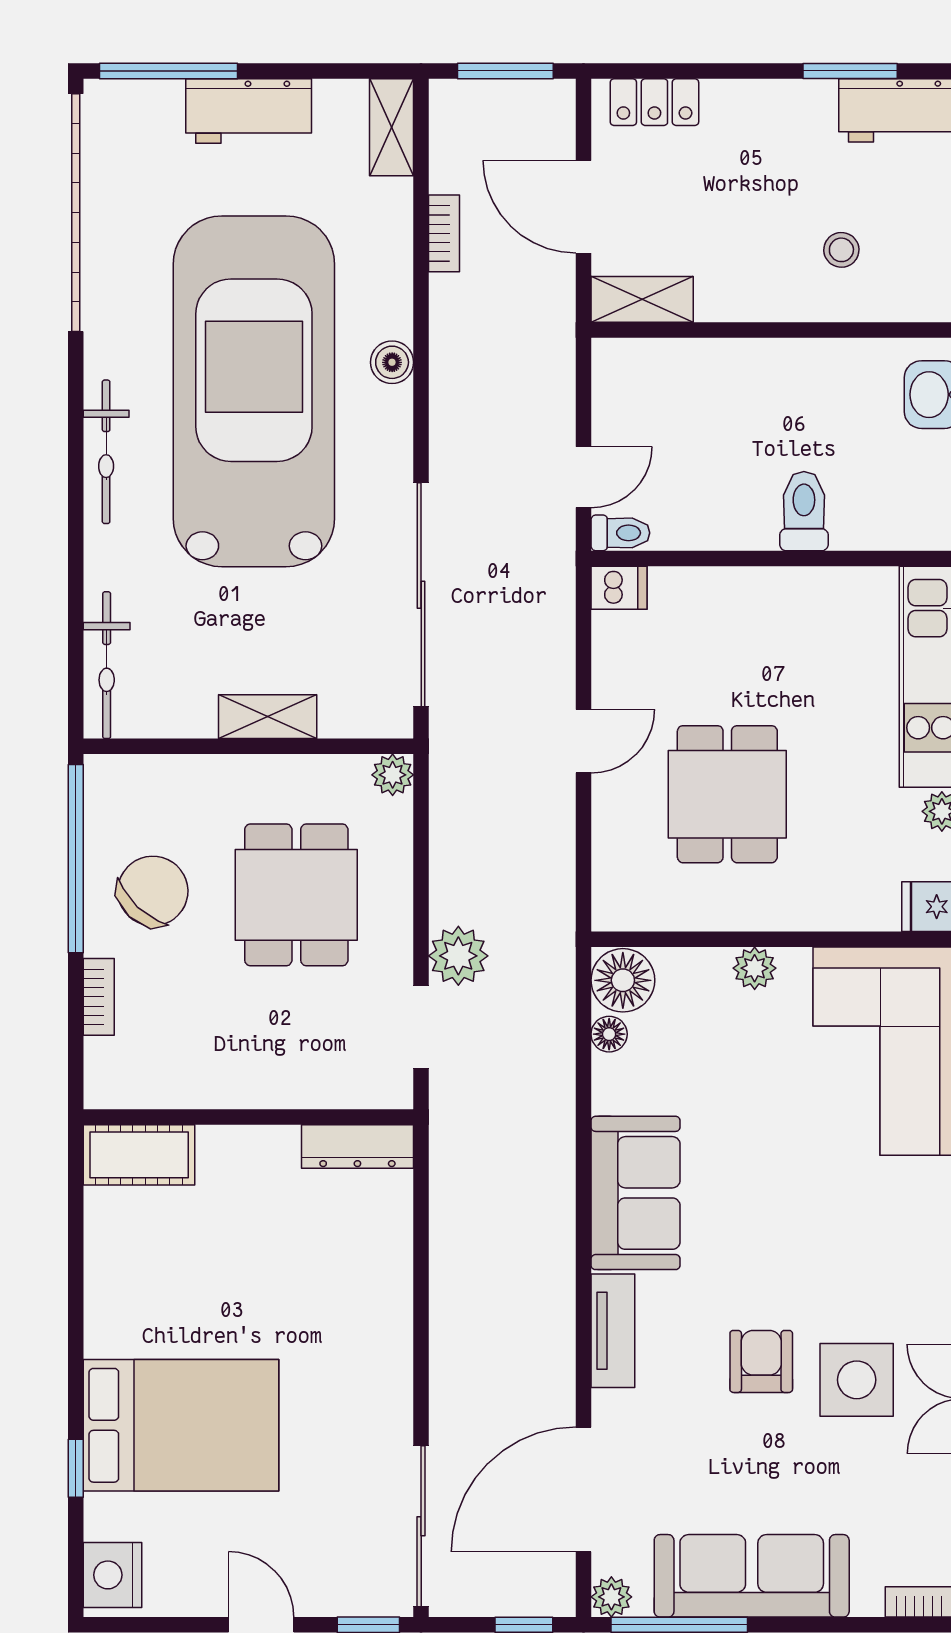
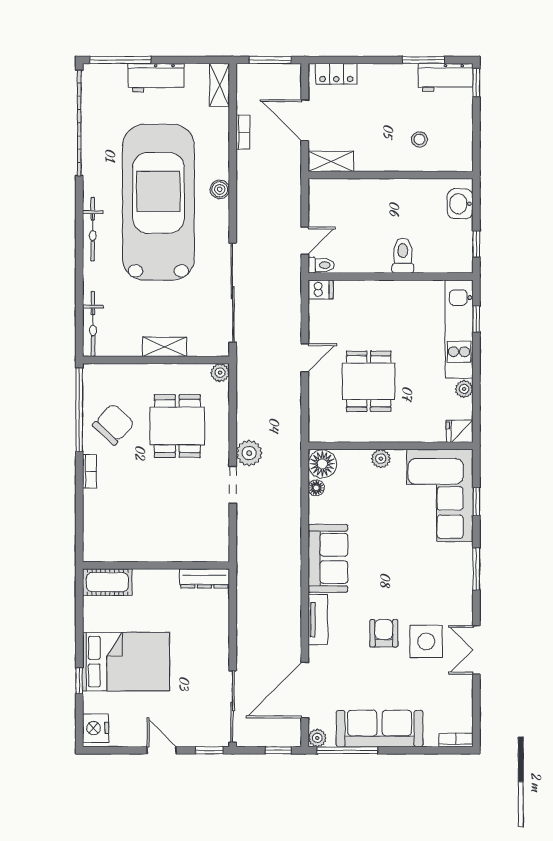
wall: (248, 1117) -> (156, 565), moved
dresser: (357, 1147) -> (204, 578), moved
cot: (139, 1155) -> (107, 582), moved

